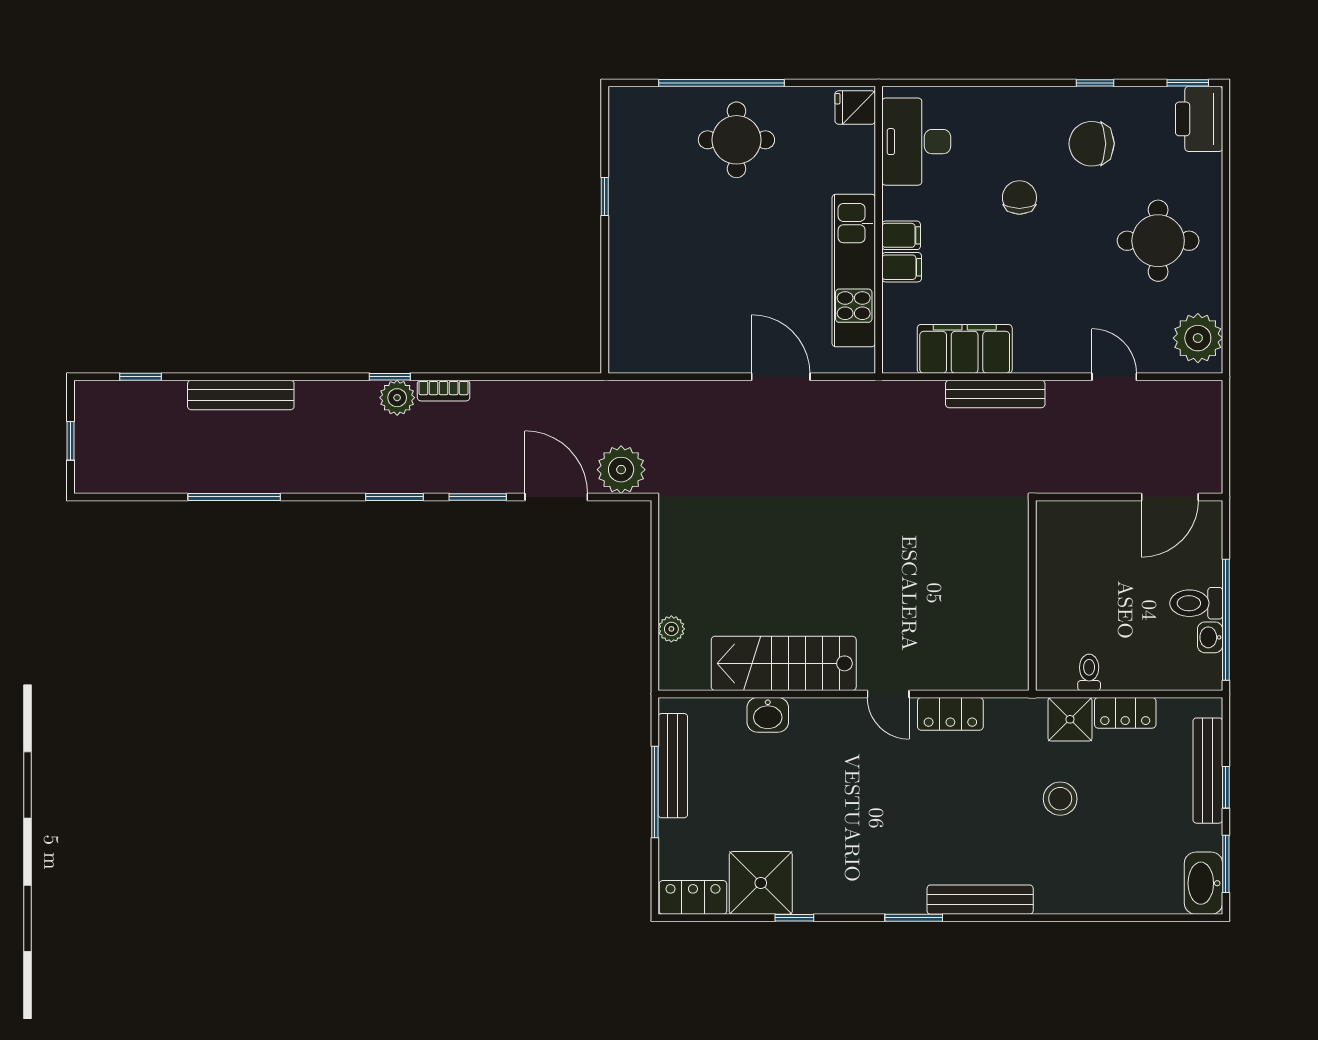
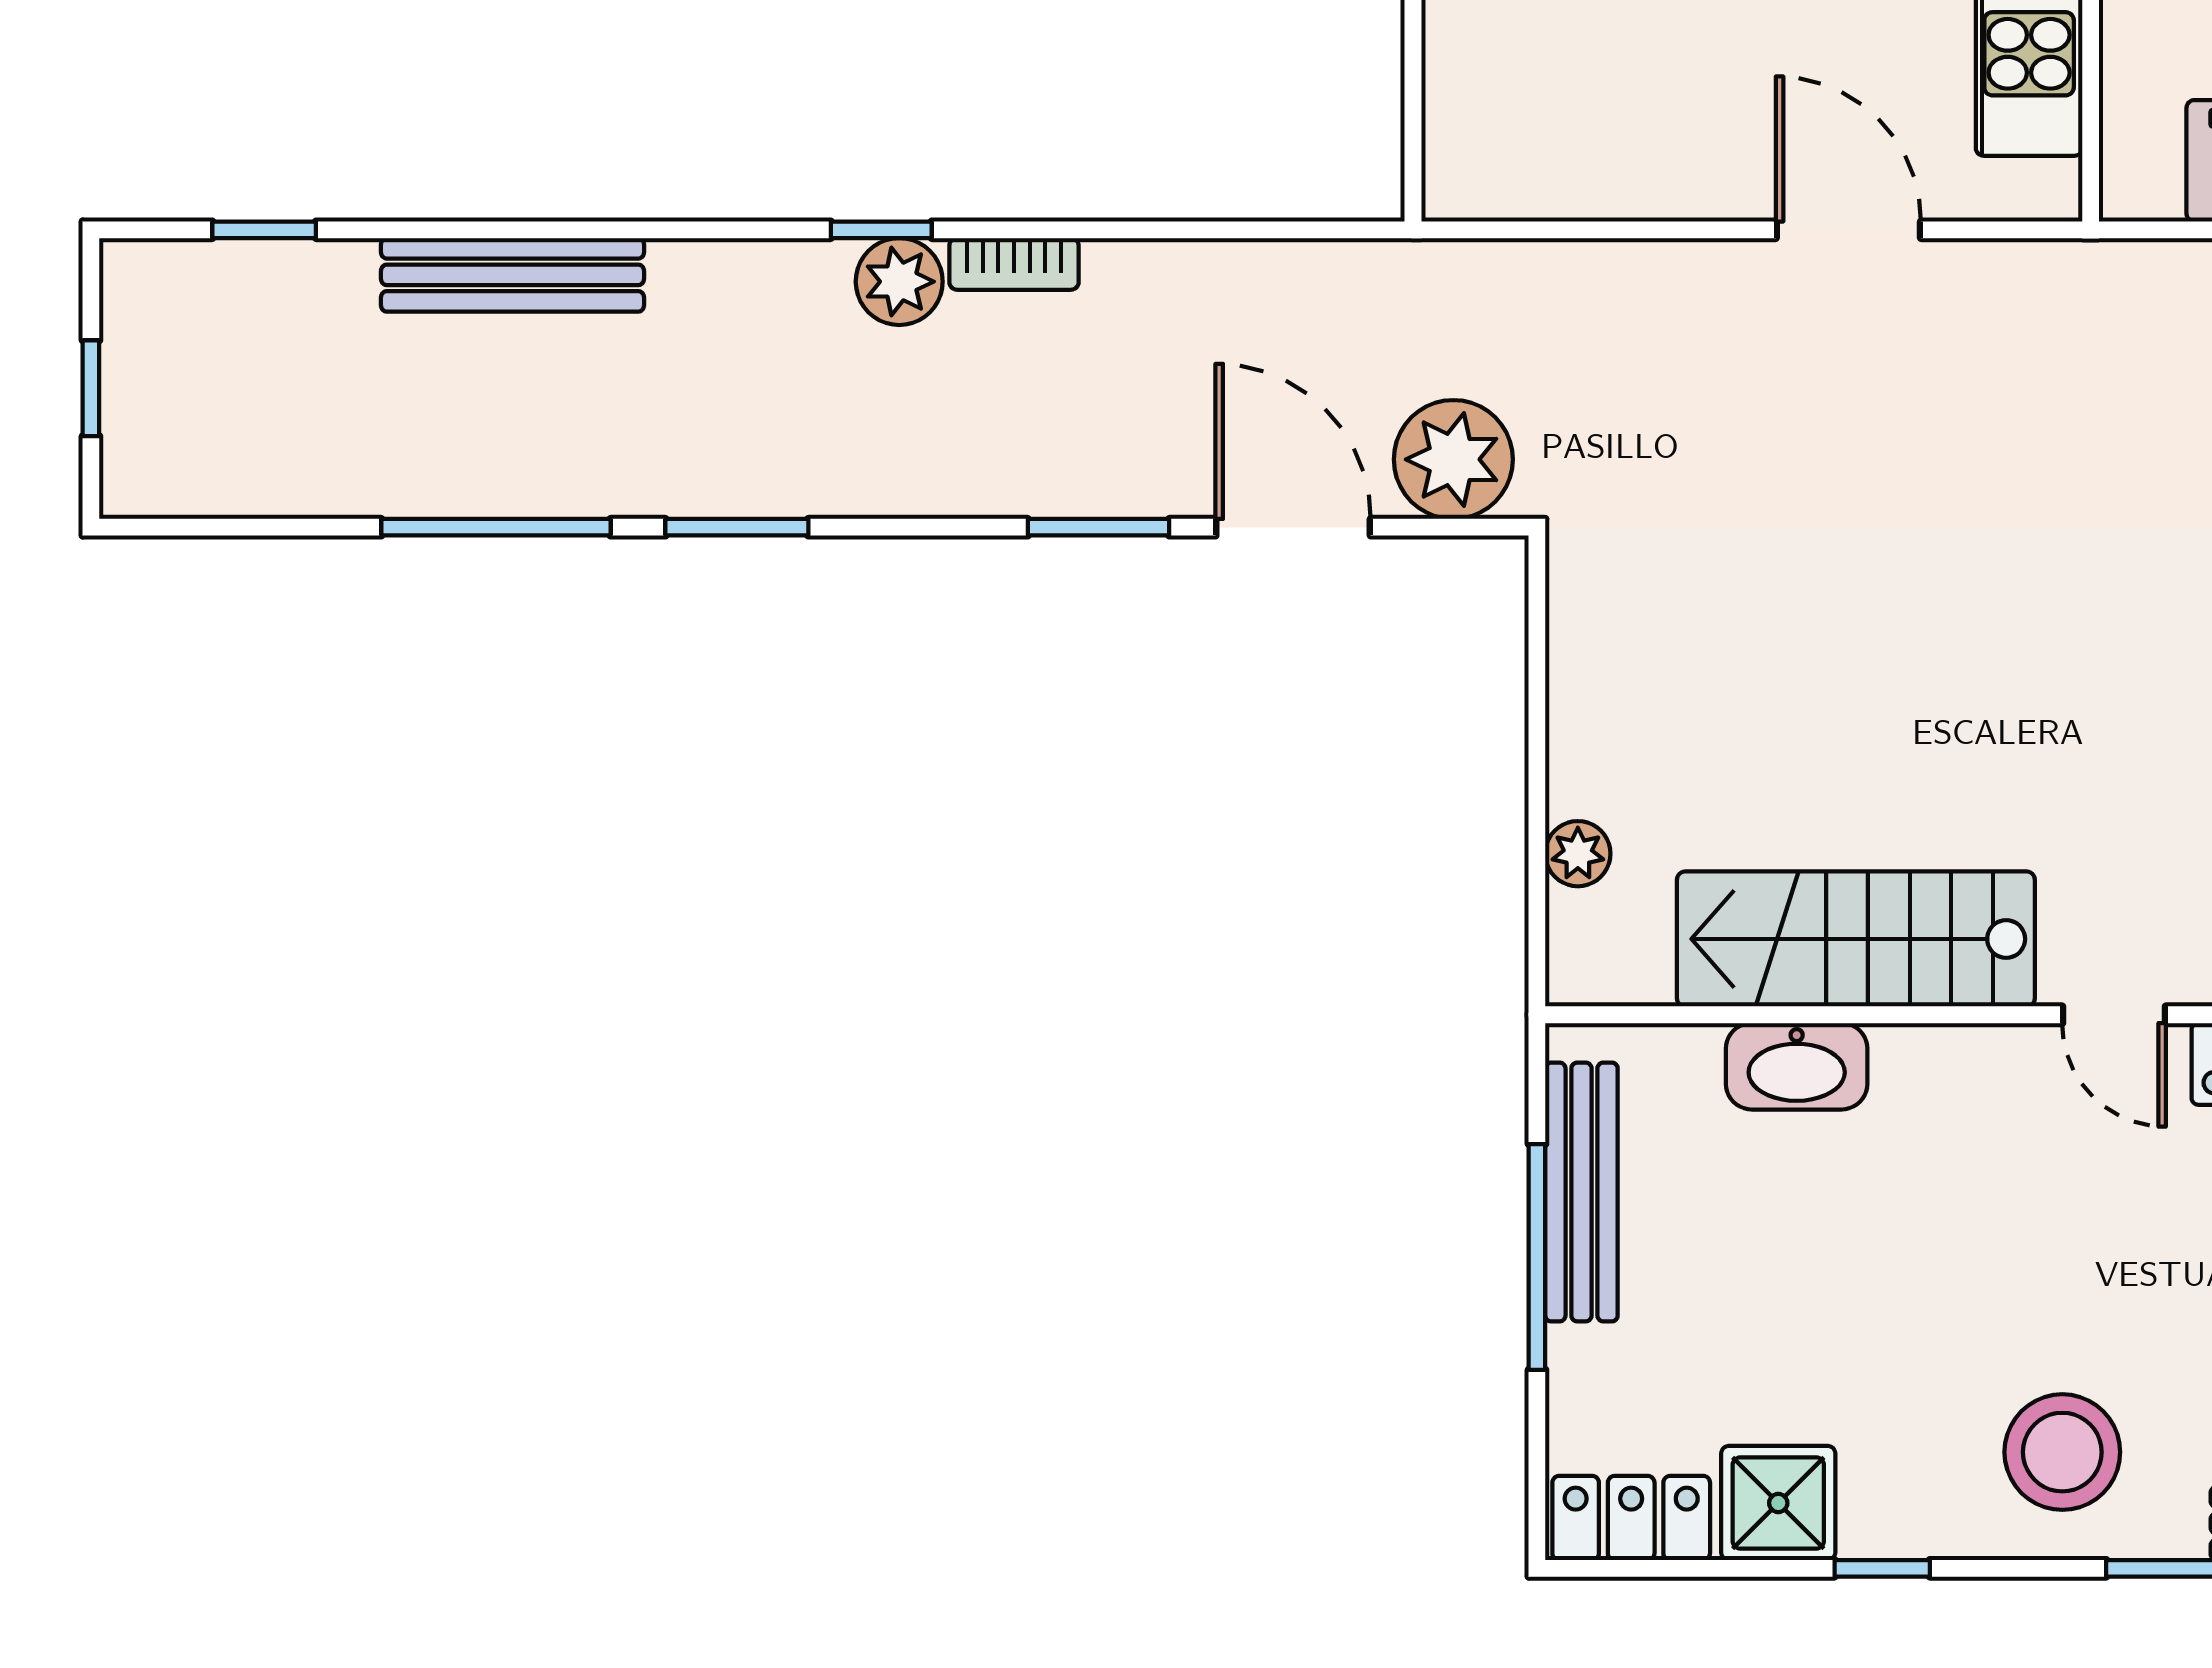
window: (394, 497) -> (737, 527), moved
washbasin: (768, 715) -> (1797, 1066), width x1.38
stool: (867, 871) -> (2062, 1452), added
shower: (761, 883) -> (1778, 1503), width x0.73, depth x0.73

